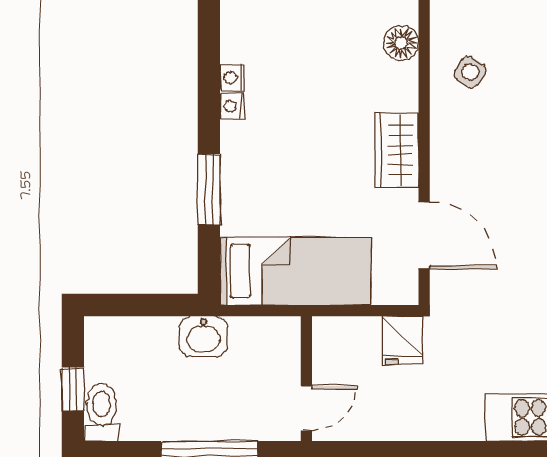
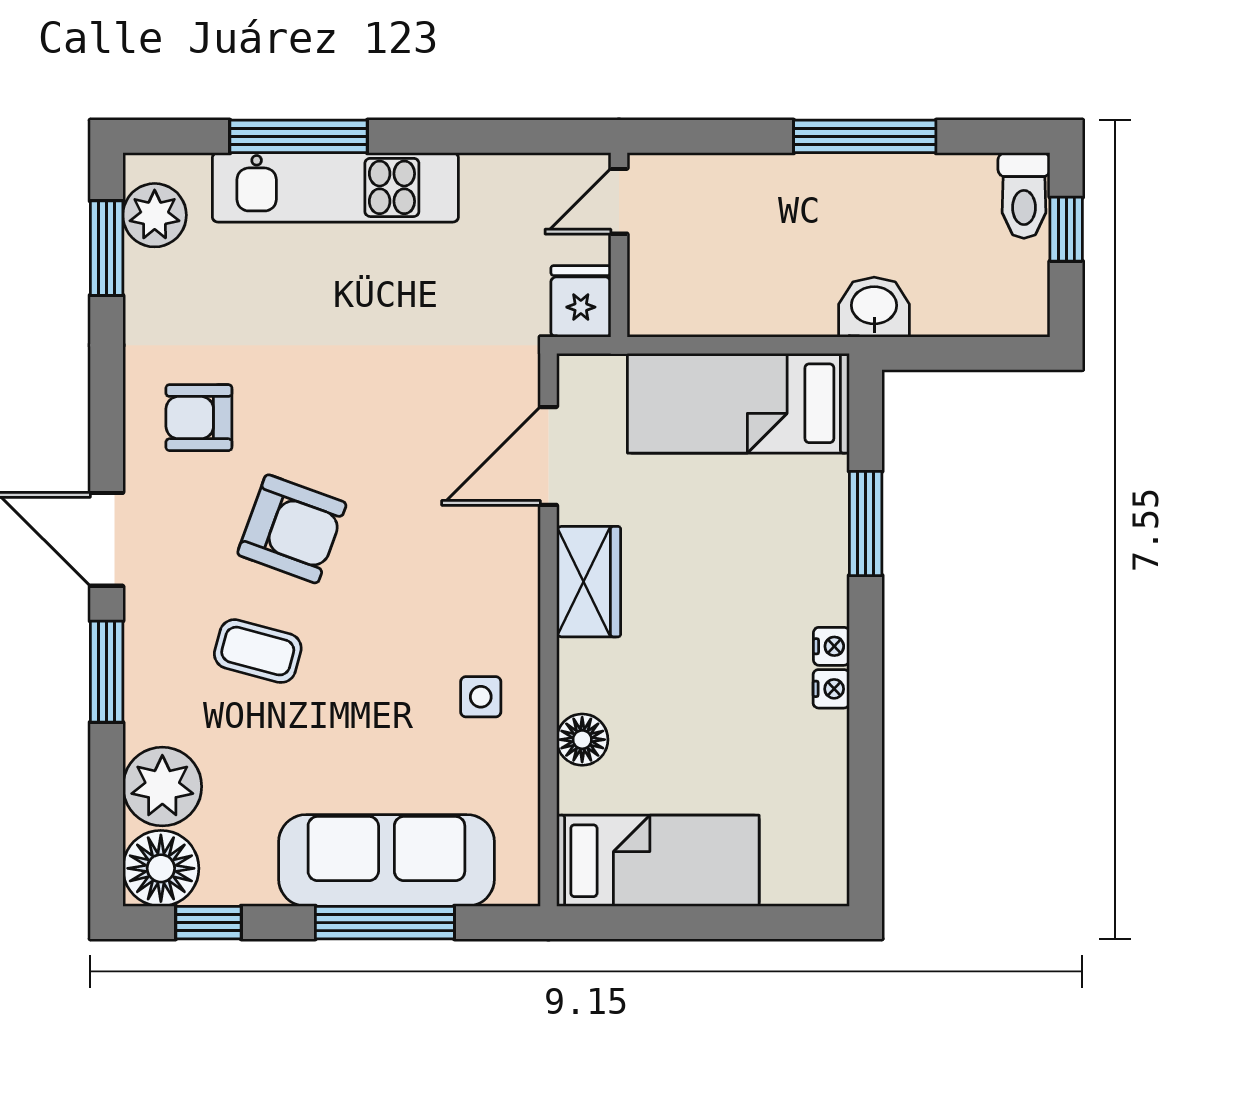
side table: (470, 72) -> (481, 697), turned -33
door: (424, 235) -> (548, 456), hinge flipped
wall: (306, 379) -> (619, 245), moved
door: (306, 408) -> (619, 201), moved

